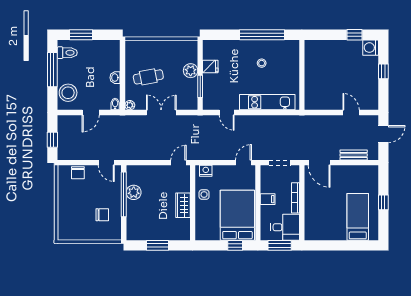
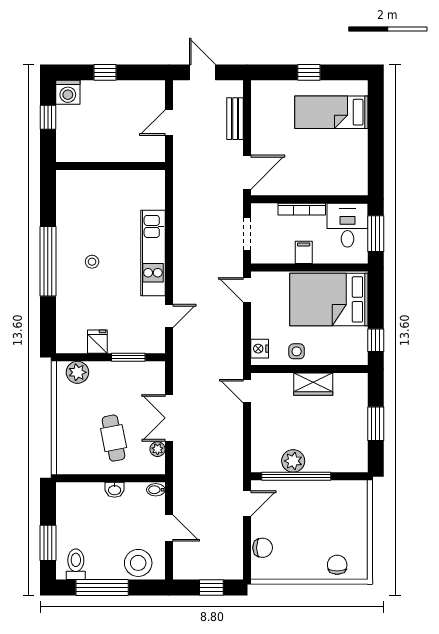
plant: (191, 71) -> (77, 372), moved
wall: (302, 75) -> (110, 166), moved
plant: (130, 105) -> (158, 449), moved
chair: (102, 215) -> (337, 565), moved
window: (235, 245) -> (376, 340), moved

